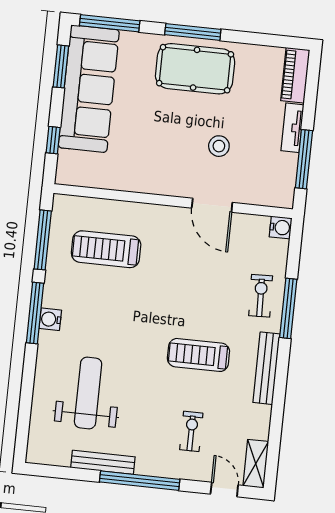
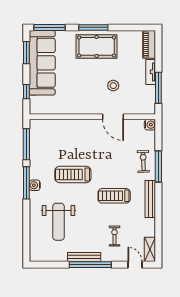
treadmill: (106, 249) -> (73, 175), moved
weight bench: (88, 393) -> (58, 222), turned 180
bench: (103, 462) -> (84, 257), moved

